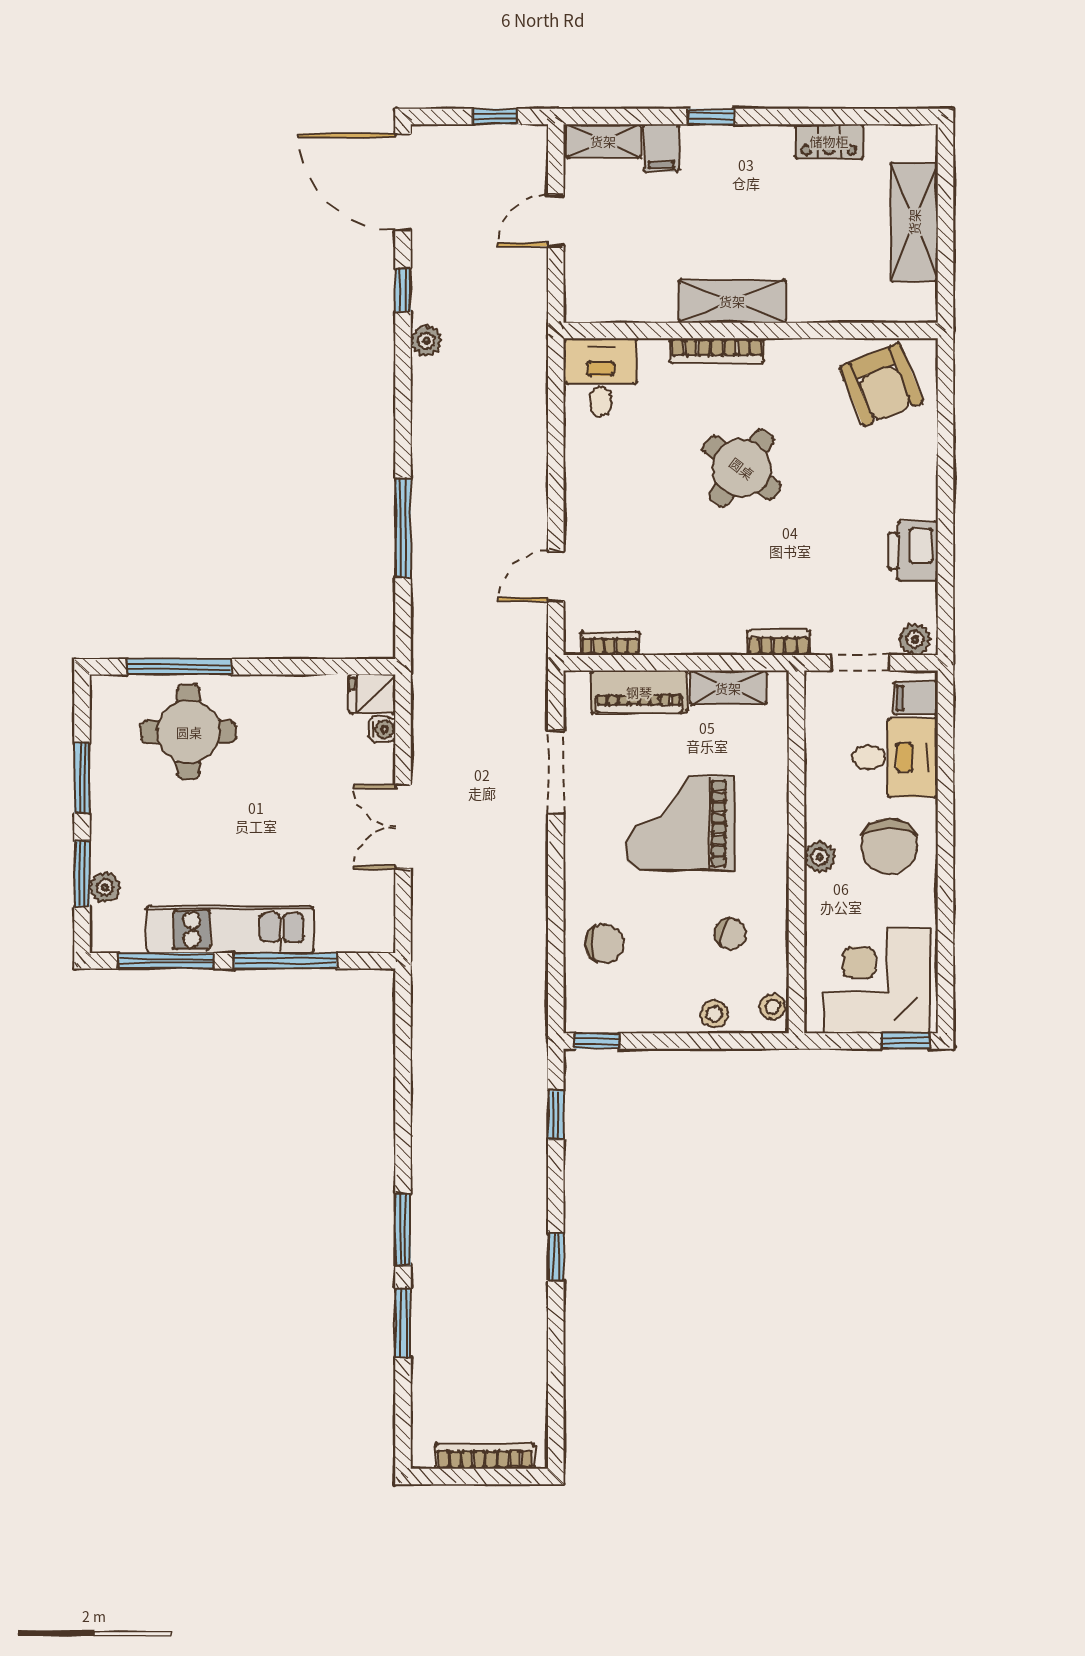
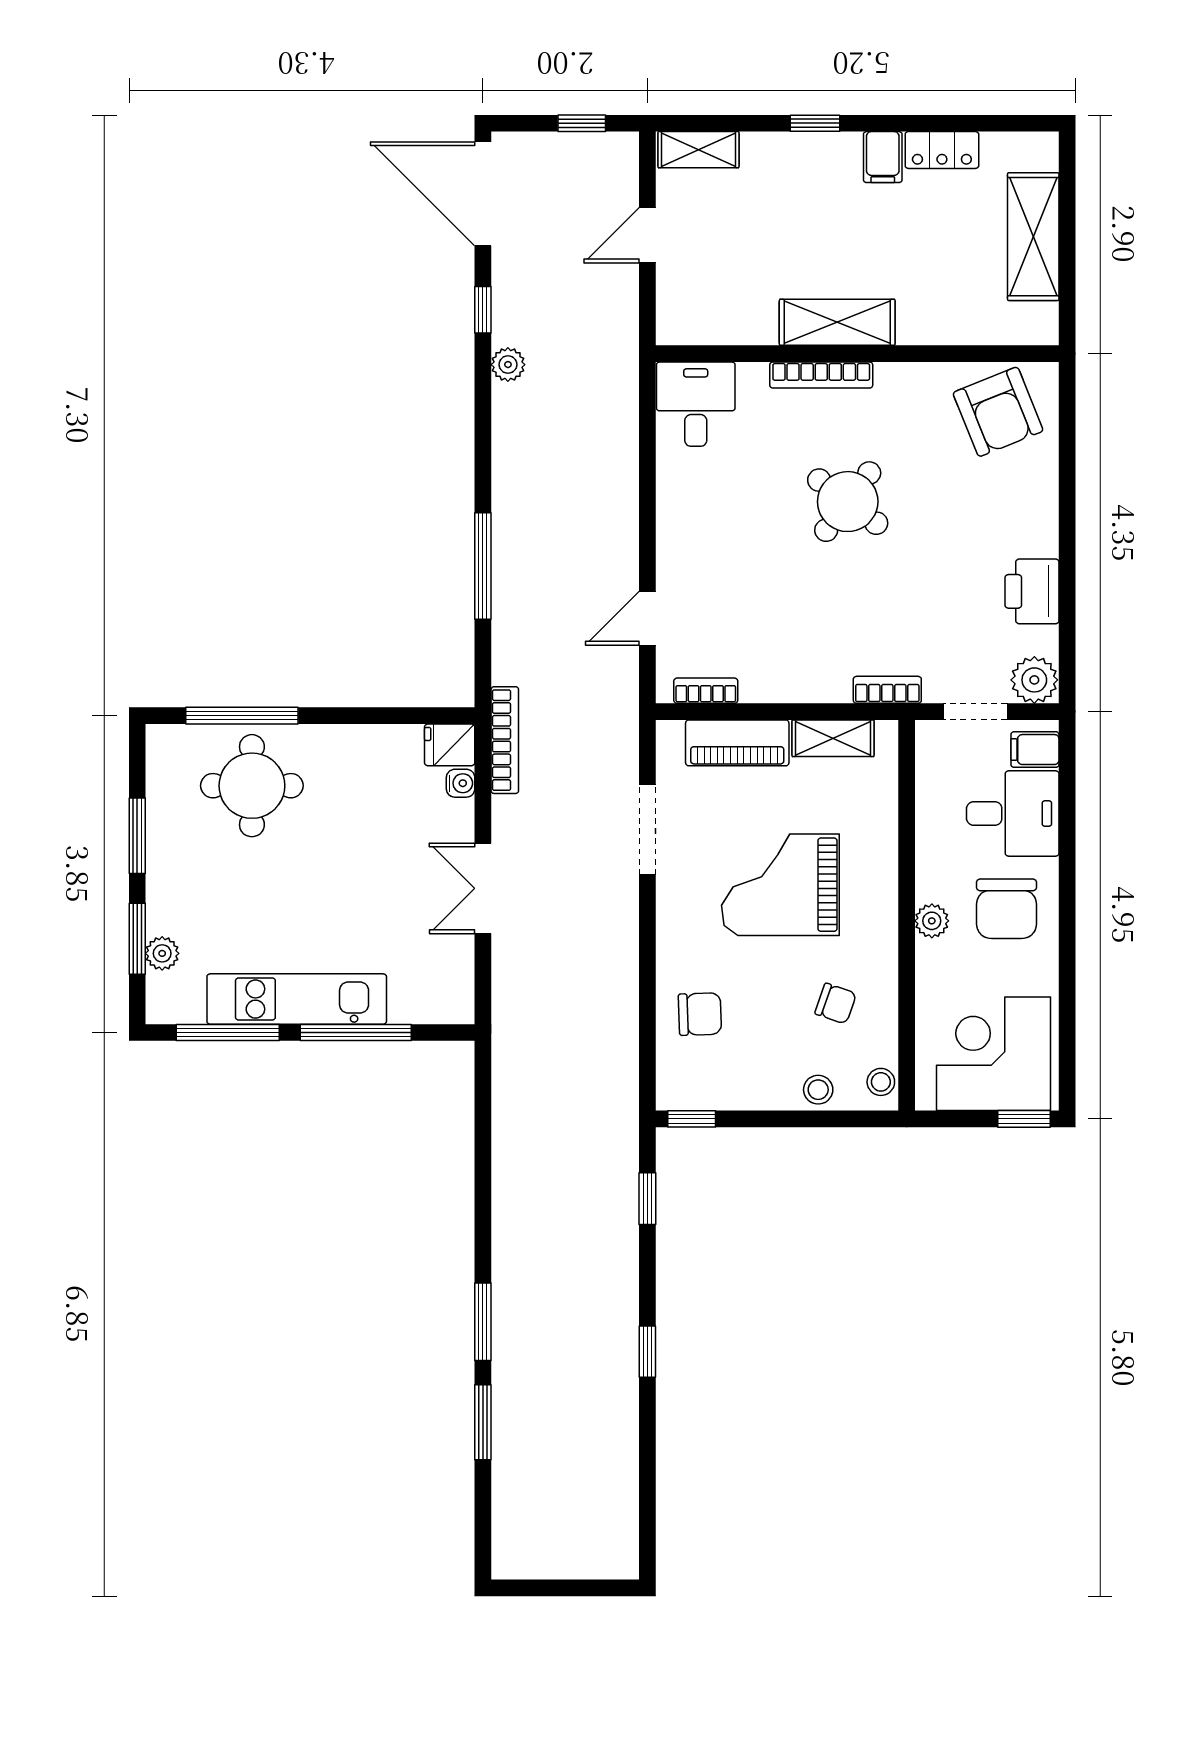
filing cabinet: (661, 148) -> (883, 157), moved
plant: (915, 639) -> (1034, 680), width x1.38, depth x1.38
bookcase: (485, 1456) -> (505, 740), moved, turned 90

